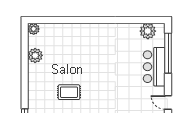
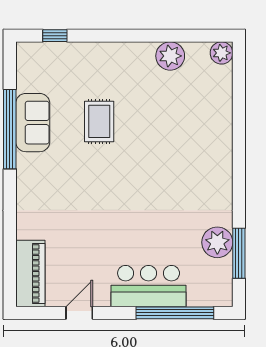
window: (137, 20) -> (239, 253), added
plant: (148, 31) -> (217, 242), moved

